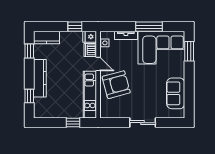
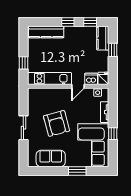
window: (75, 27) -> (113, 50), moved
window: (149, 27) -> (113, 134), width x0.46
window: (189, 51) -> (77, 171), moved
kitchen counter: (40, 78) -> (46, 32), moved
armchair: (116, 85) -> (57, 123), moved
window: (29, 96) -> (68, 22), moved

